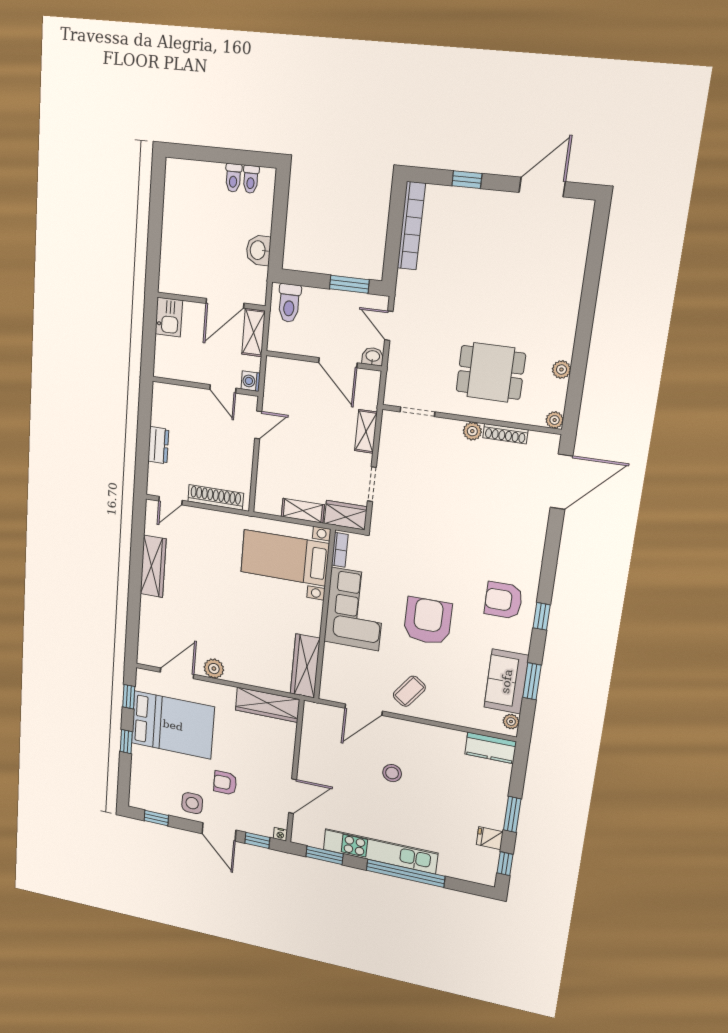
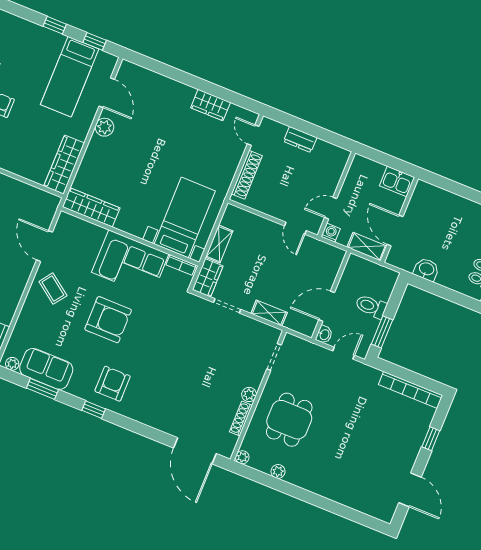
toilet: (289, 303) -> (371, 306), moved
wardrobe: (153, 566) -> (211, 105), width x0.67
bed: (173, 725) -> (70, 77), width x0.67

